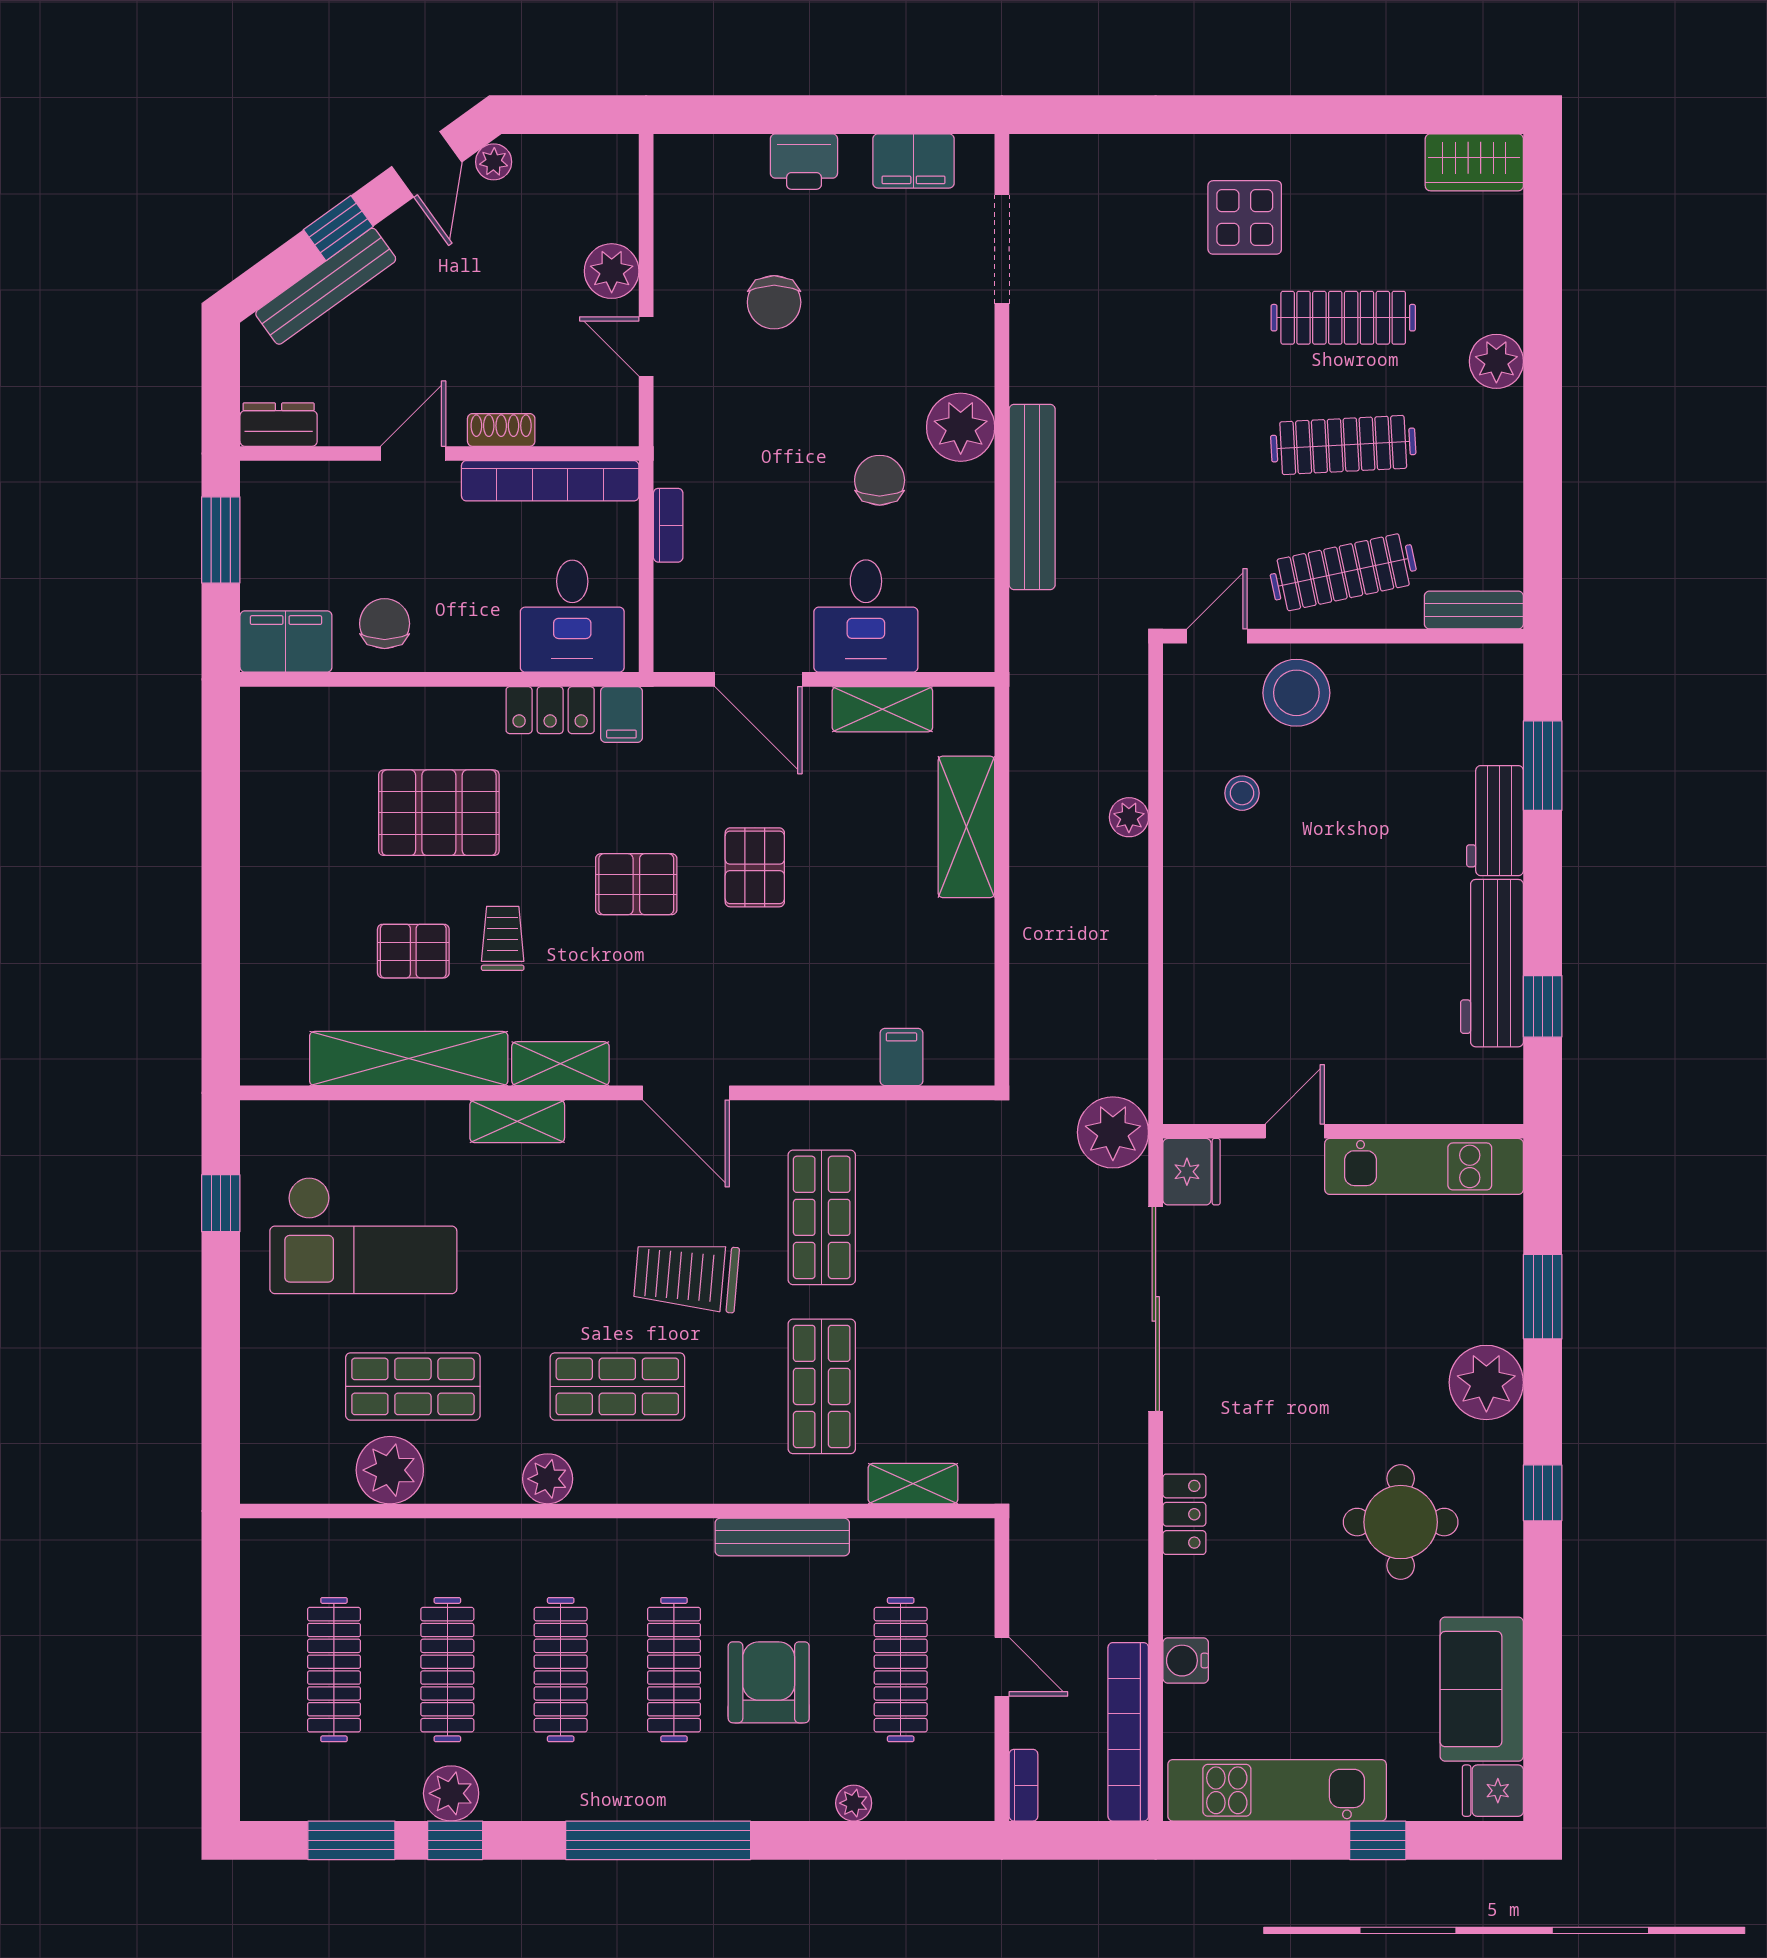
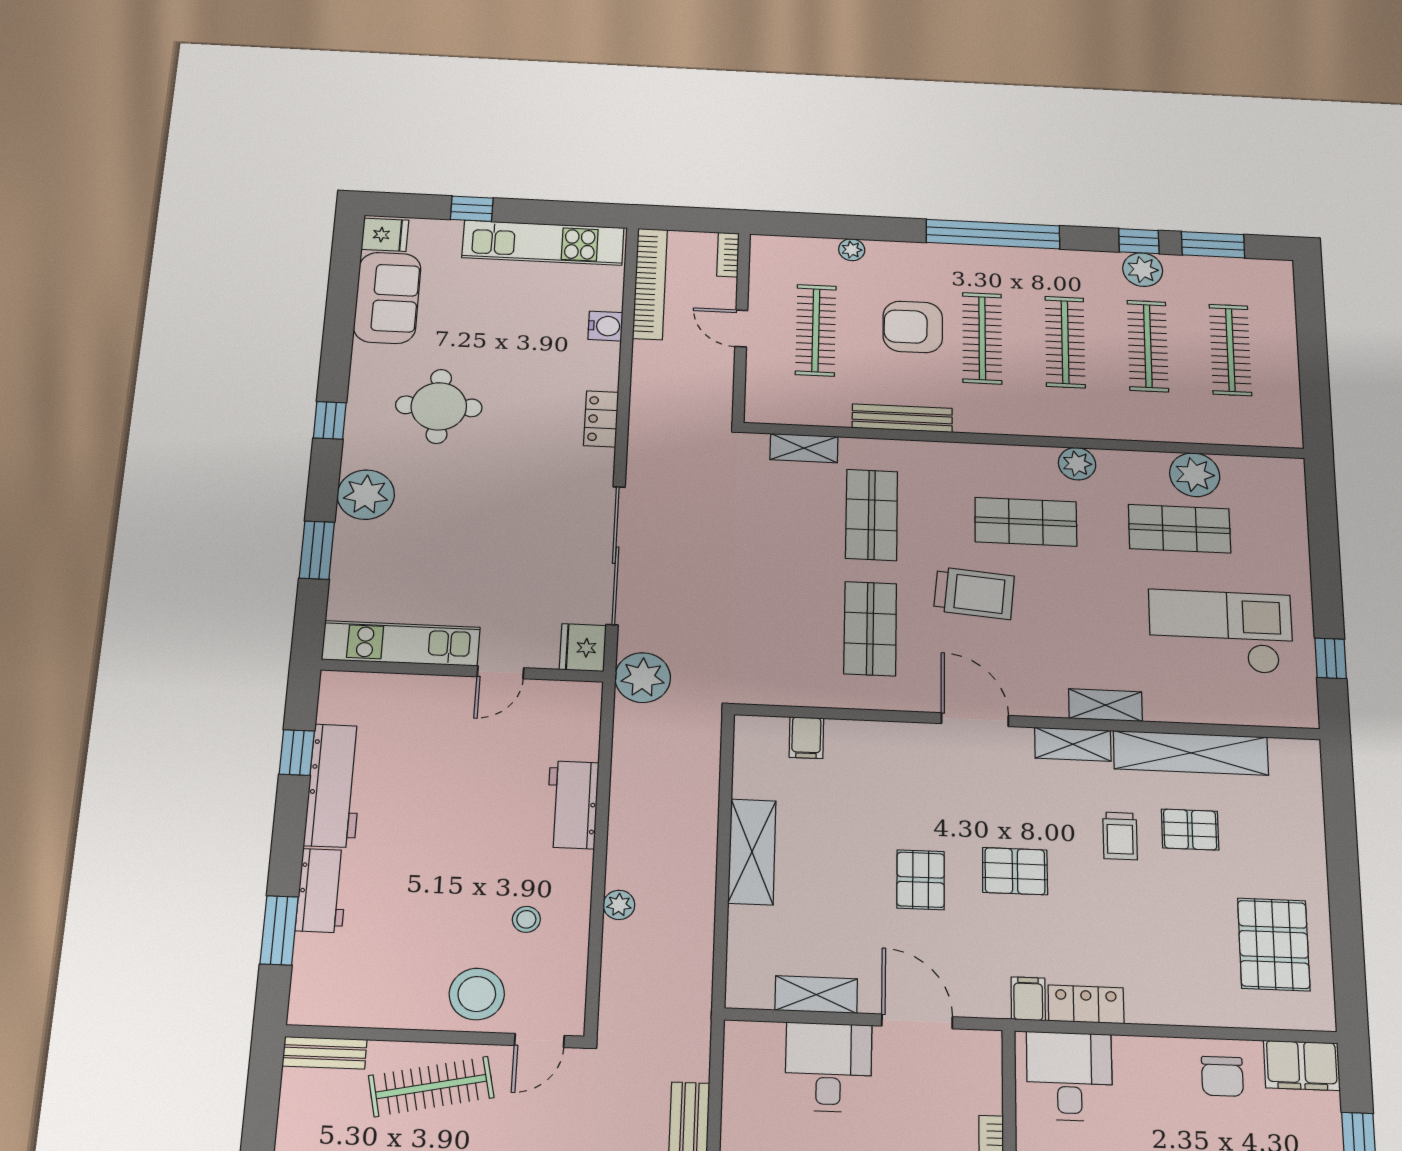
pallet: (439, 813) -> (1274, 944), moved, turned 90
shelving: (966, 827) -> (752, 852), moved
workbench: (1194, 950) -> (572, 805), added
armchair: (769, 1682) -> (913, 327), turned 90

